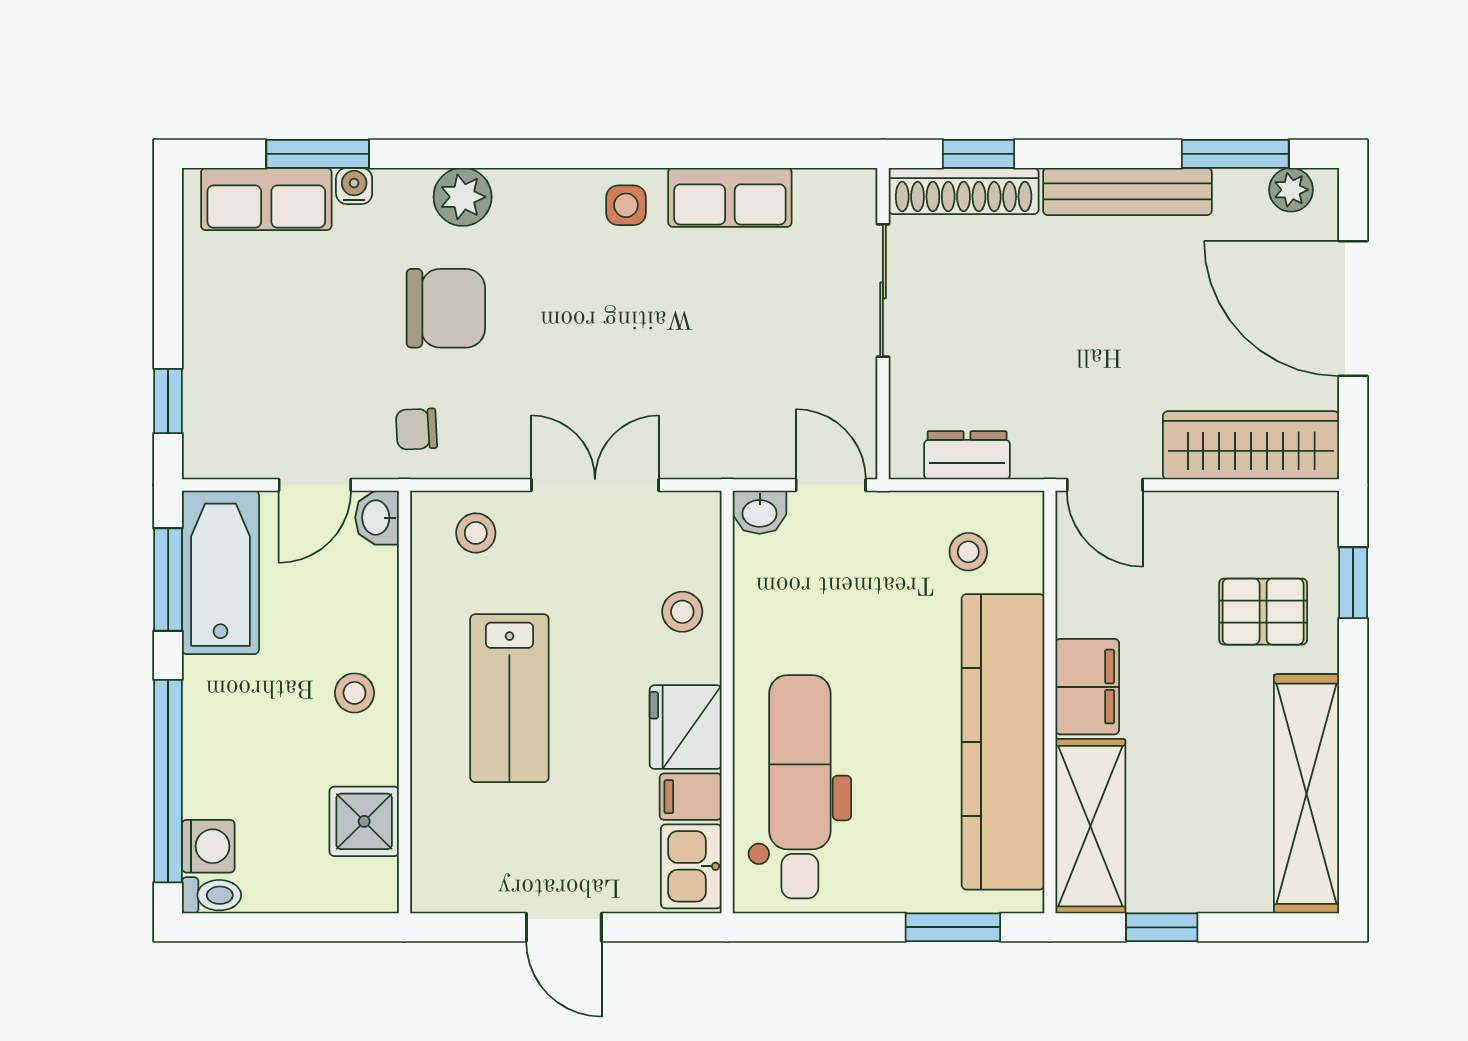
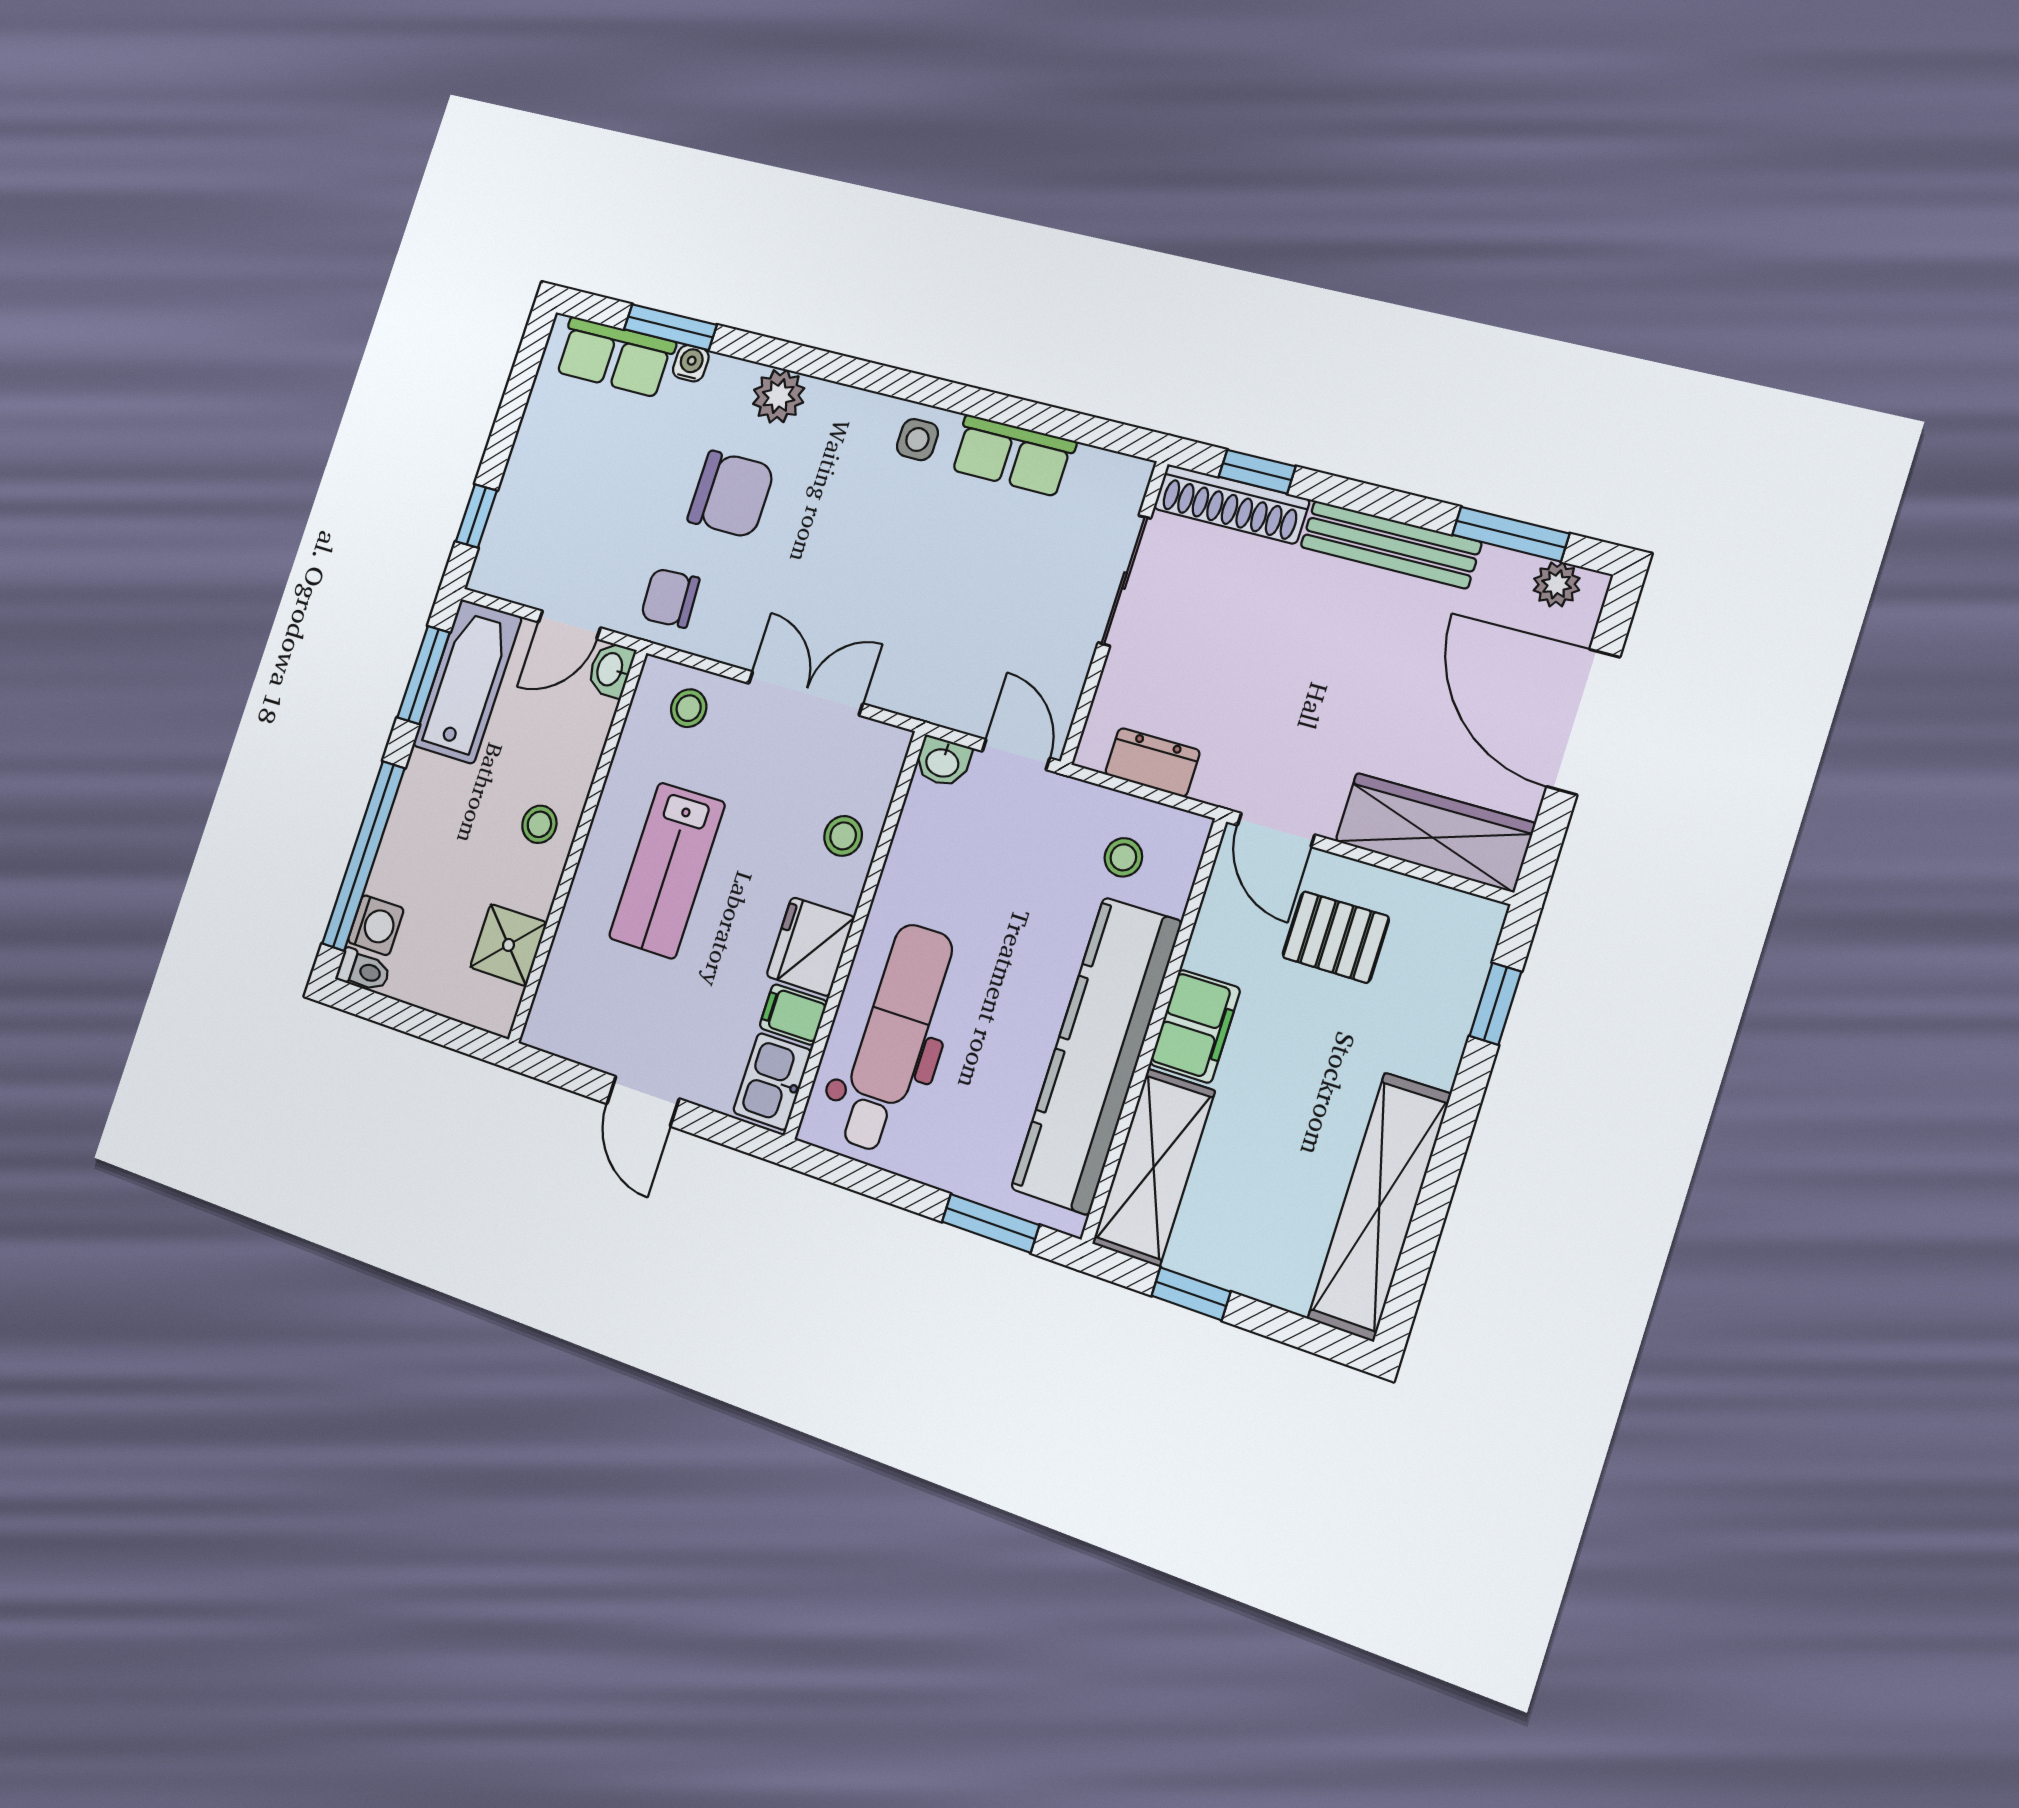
chair: (416, 429) -> (670, 598), width x1.37, depth x1.37
pallet: (1263, 612) -> (1336, 937), moved

